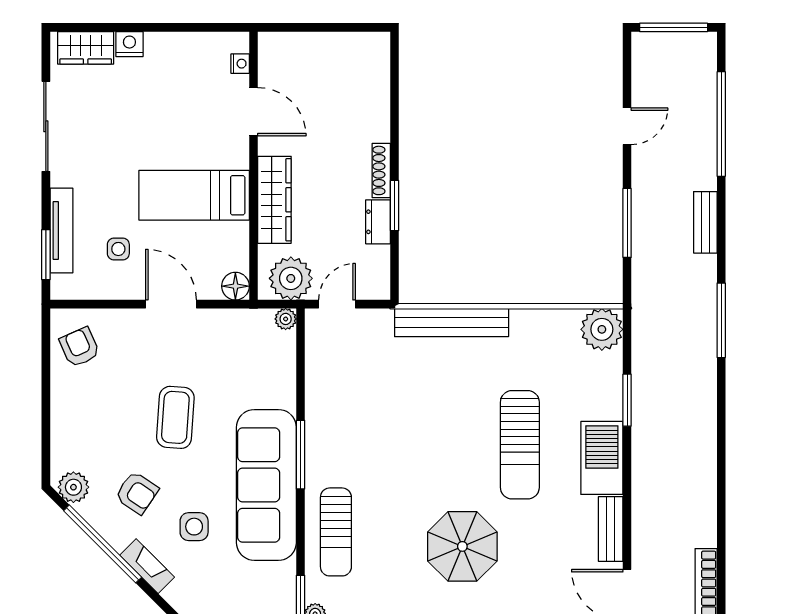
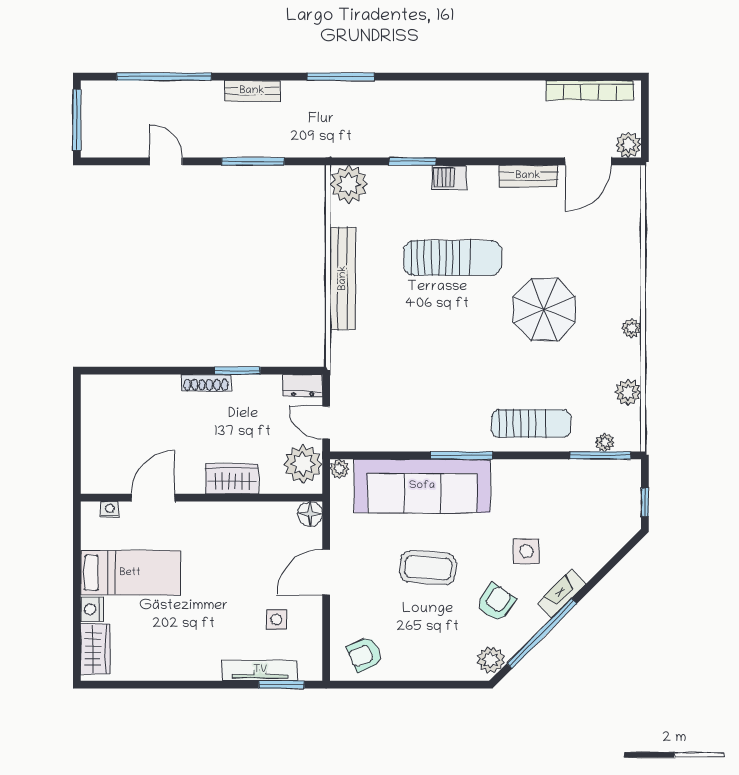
sliding door: (46, 126) -> (166, 685), removed
bed: (194, 195) -> (130, 573), moved, turned -90
wardrobe: (274, 200) -> (232, 479), width x0.67
dresser: (378, 222) -> (303, 386), moved
bench: (452, 322) -> (343, 278), moved
barbecue: (602, 458) -> (449, 178), width x0.53, depth x0.65
sofa: (266, 485) -> (422, 486), moved

